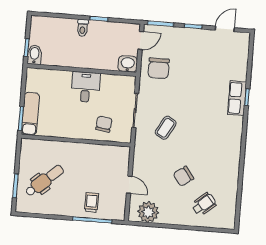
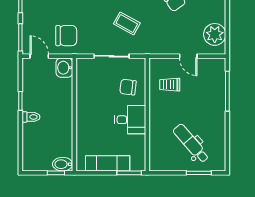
desk: (86, 87) -> (130, 120), moved, turned 180
exam couch: (30, 114) -> (108, 163), moved
door: (129, 185) -> (188, 56), swing flipped
trolley: (91, 202) -> (170, 85), moved

